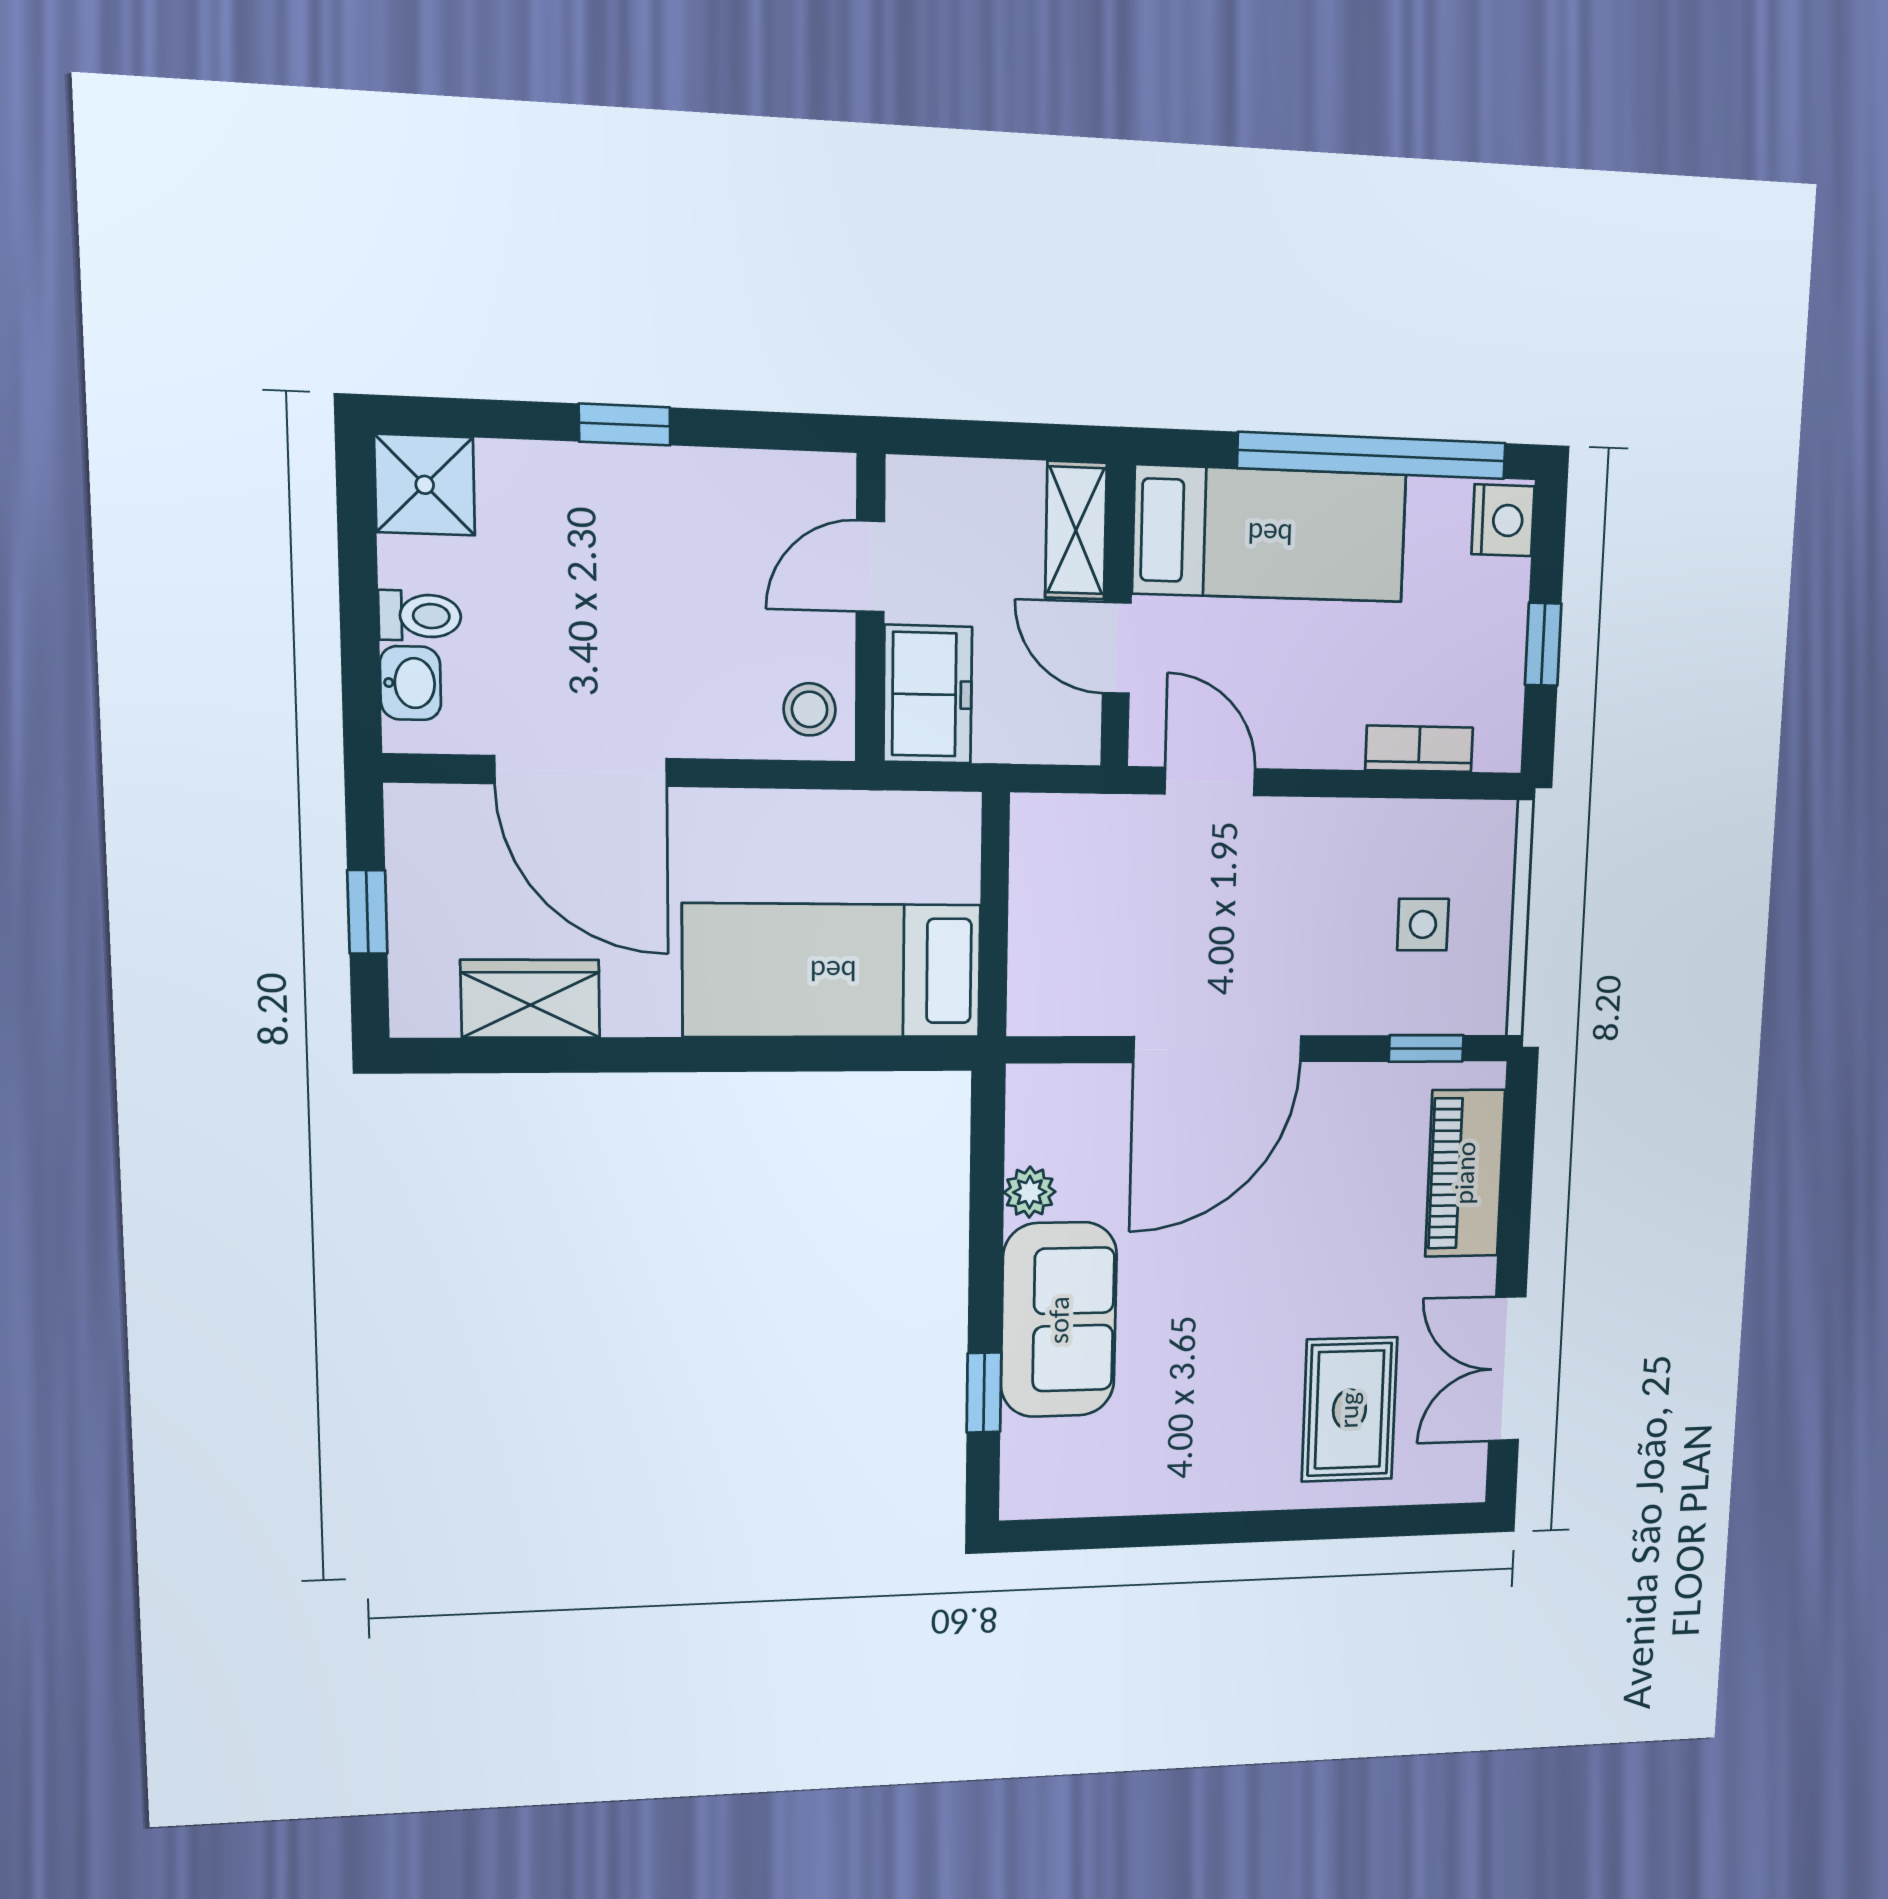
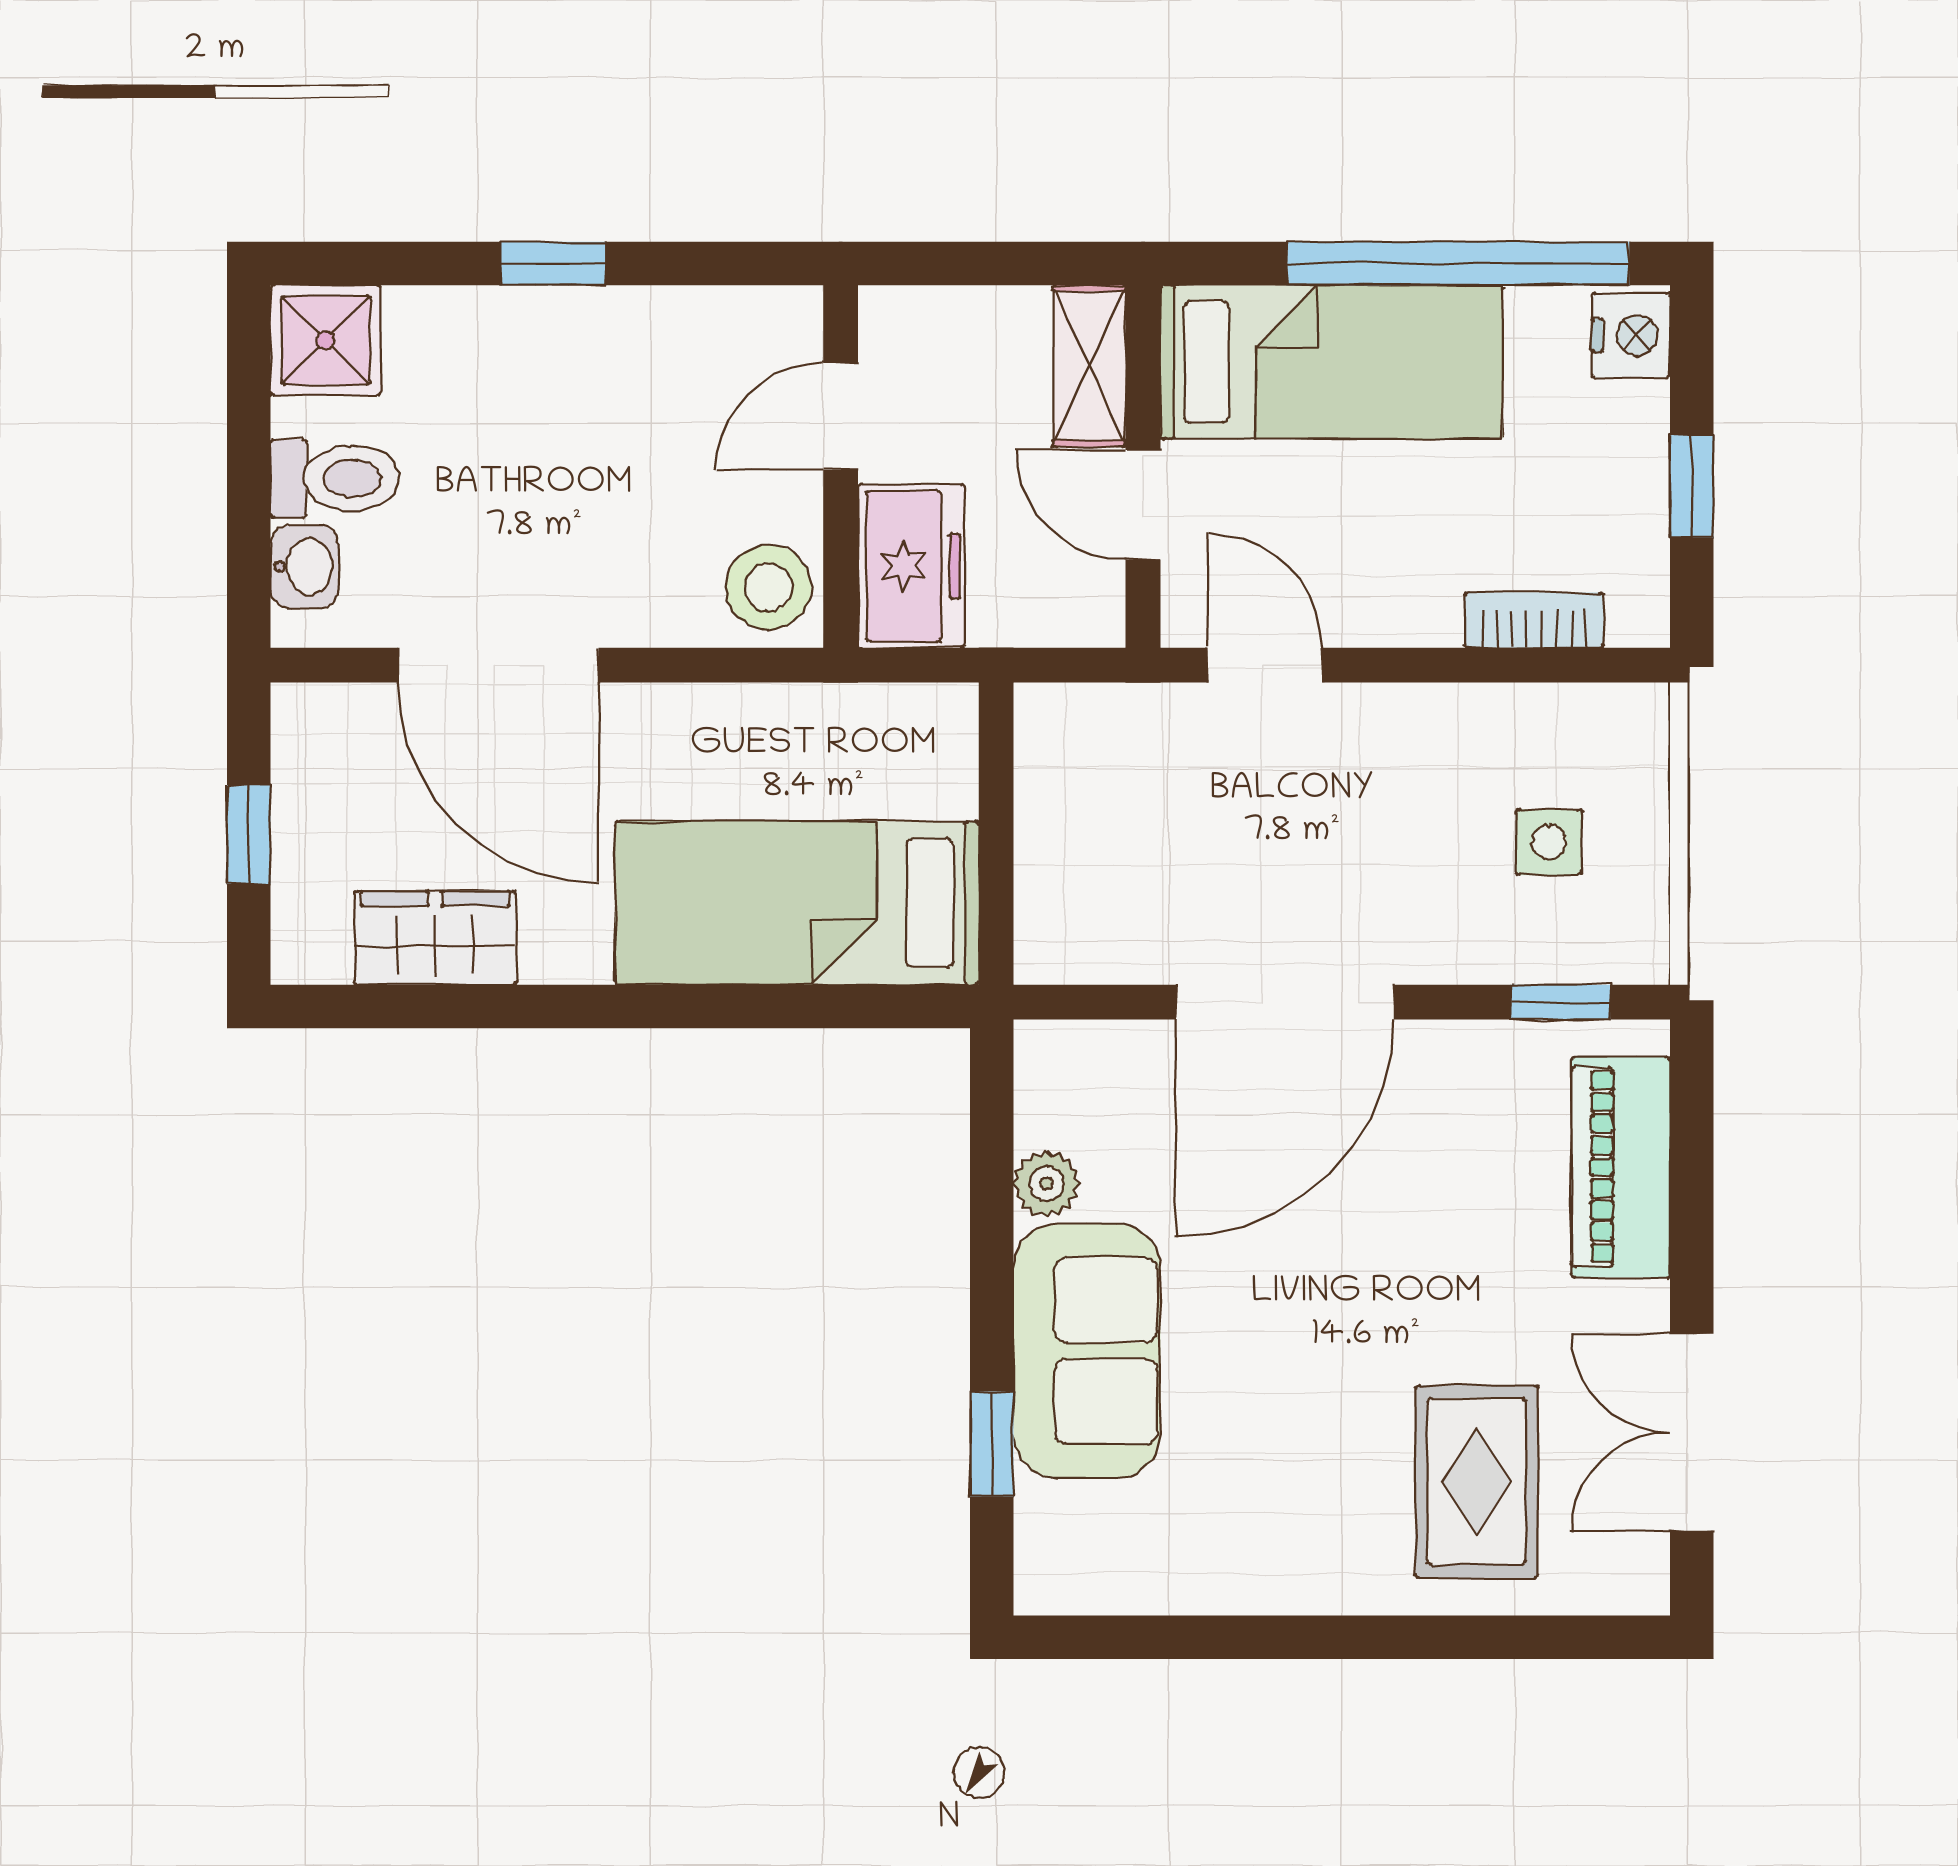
toilet: (420, 616) -> (335, 478), width x1.37, depth x1.39
stool: (810, 709) -> (768, 587), width x1.37, depth x1.37

